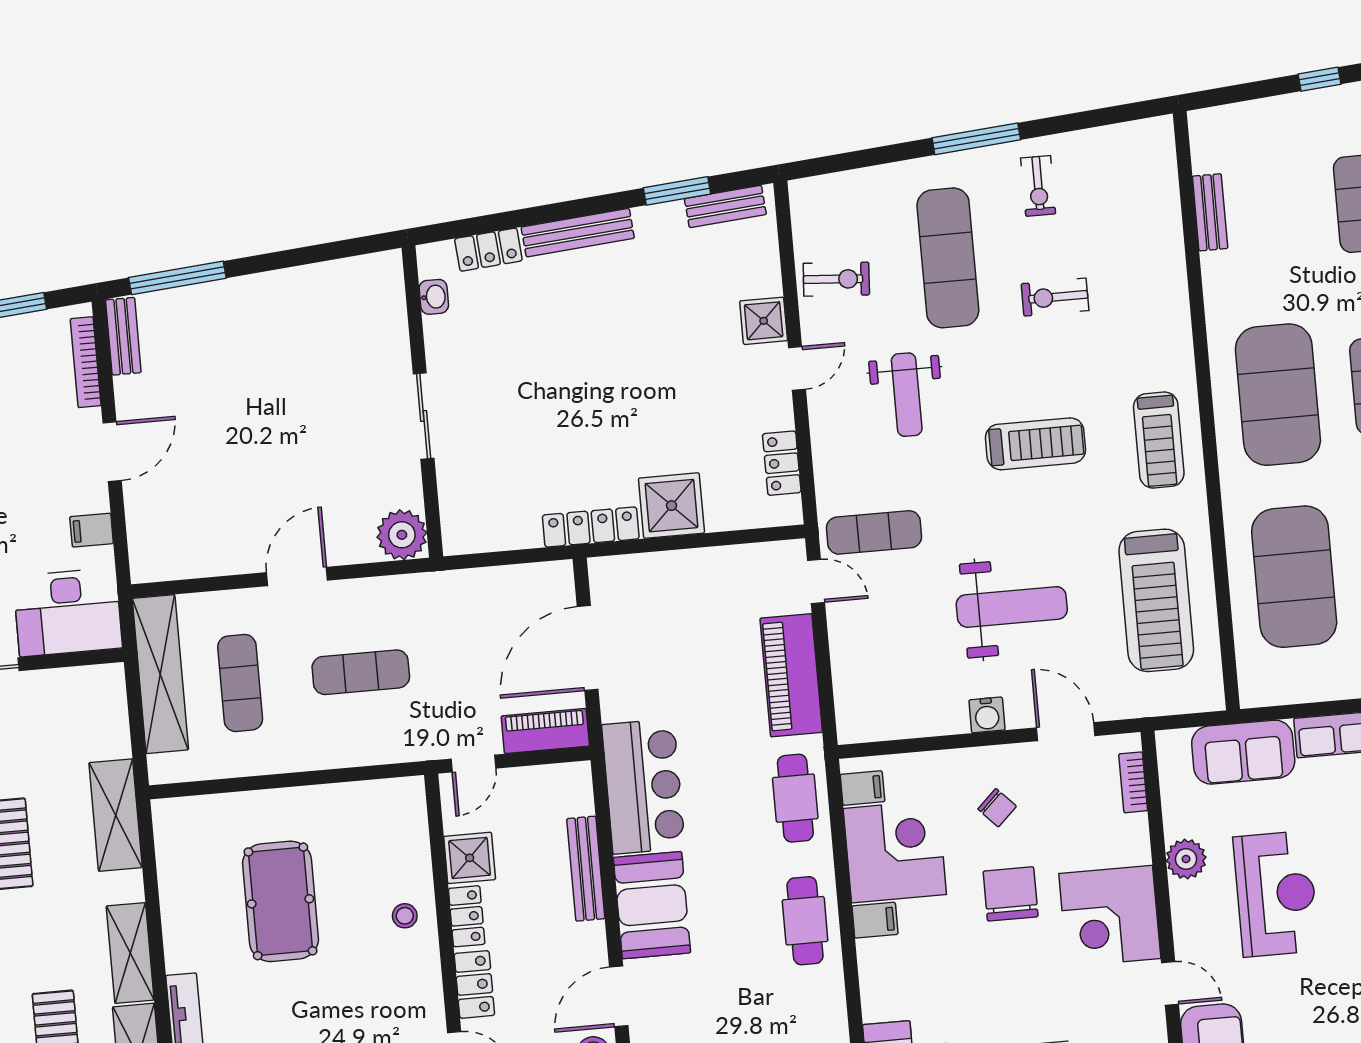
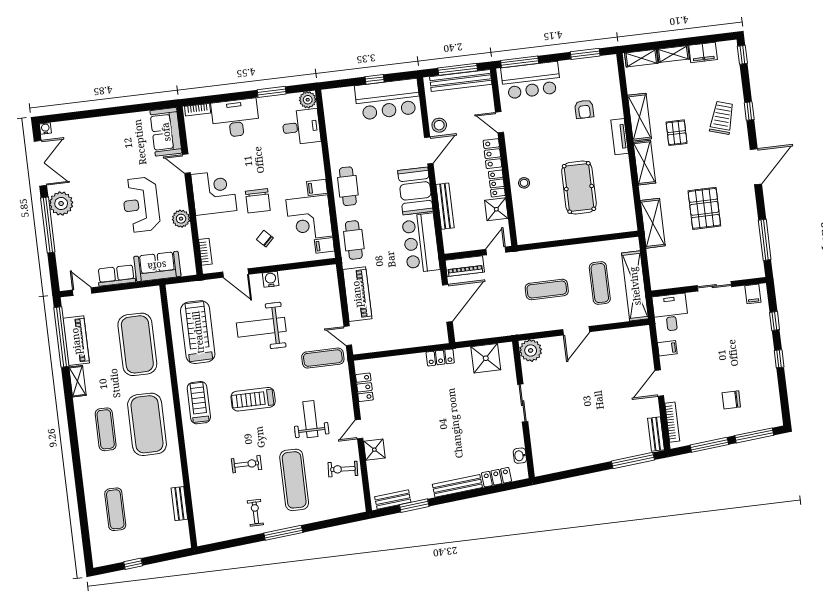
shower: (671, 506) -> (486, 358), moved
locker: (591, 527) -> (440, 357), width x0.66
desk: (68, 612) -> (671, 313), width x0.73

